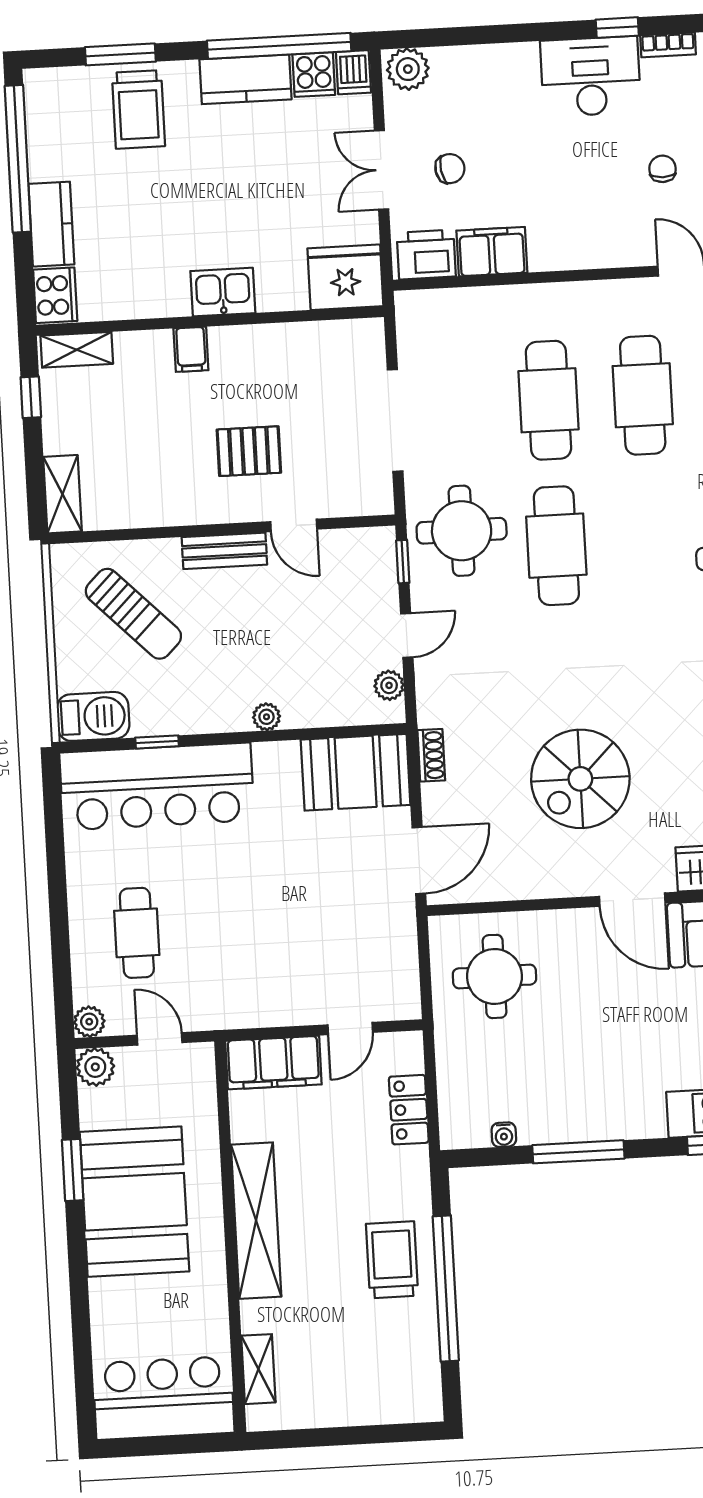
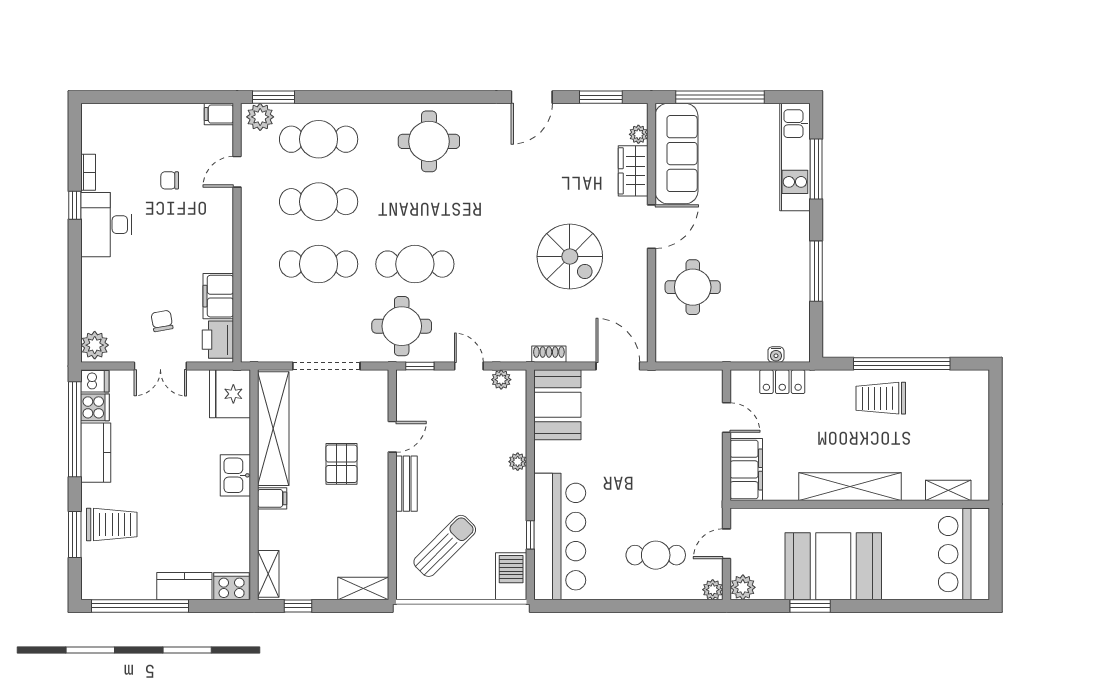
shelving: (296, 345) -> (273, 429), added
round table: (494, 976) -> (693, 287), moved
water cooler: (504, 1135) -> (776, 354), moved, turned 90

